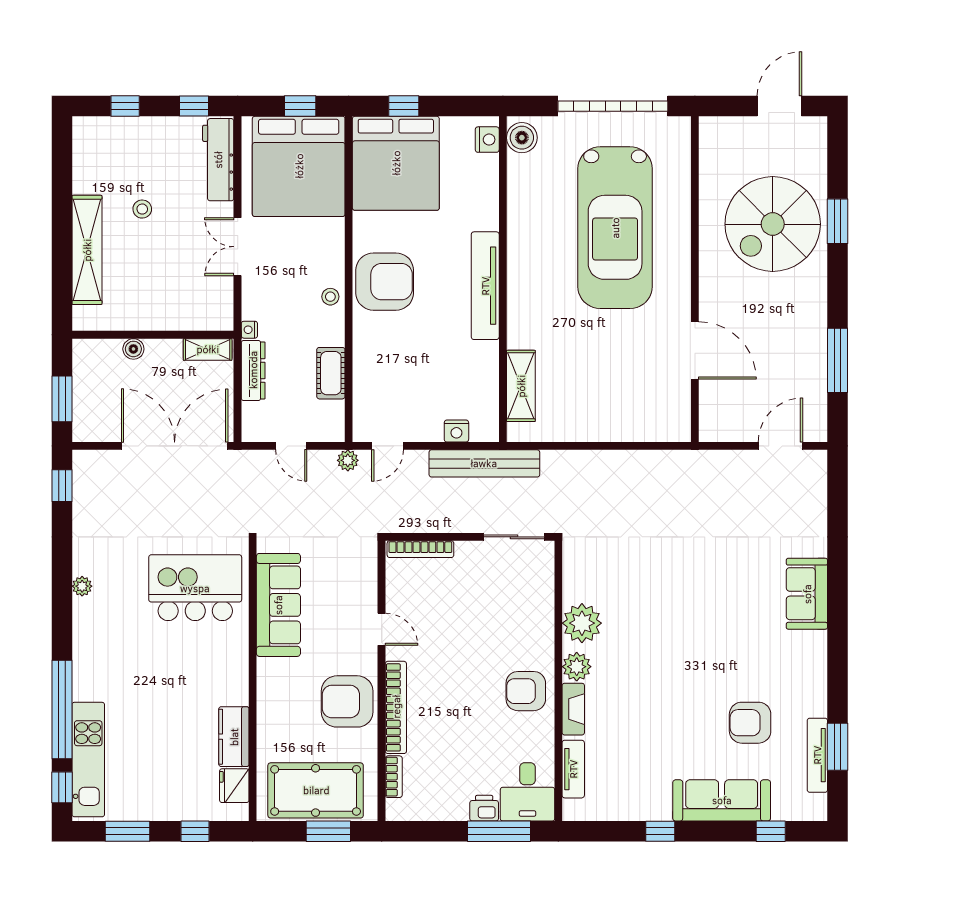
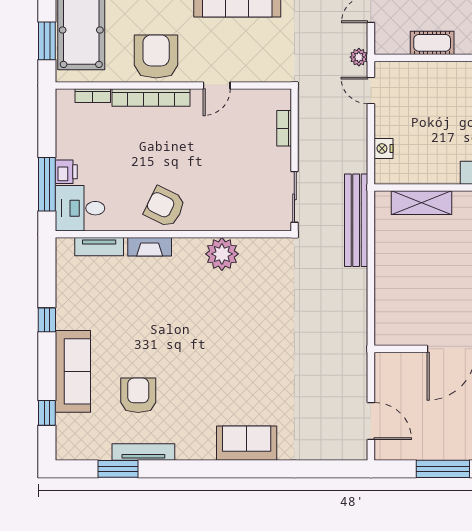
bench: (484, 463) -> (356, 220), moved
bookcase: (420, 549) -> (284, 128), width x0.64
plant: (577, 667) -> (185, 250), removed
armchair: (526, 691) -> (165, 207), turned -64
tv unit: (817, 755) -> (143, 452), moved

